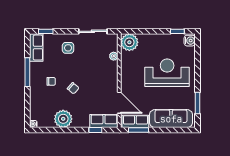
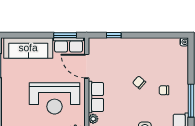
reception desk: (167, 73) -> (54, 98), moved
plant: (63, 119) -> (150, 48), removed
row of seats: (104, 121) -> (96, 97), moved, turned -90

